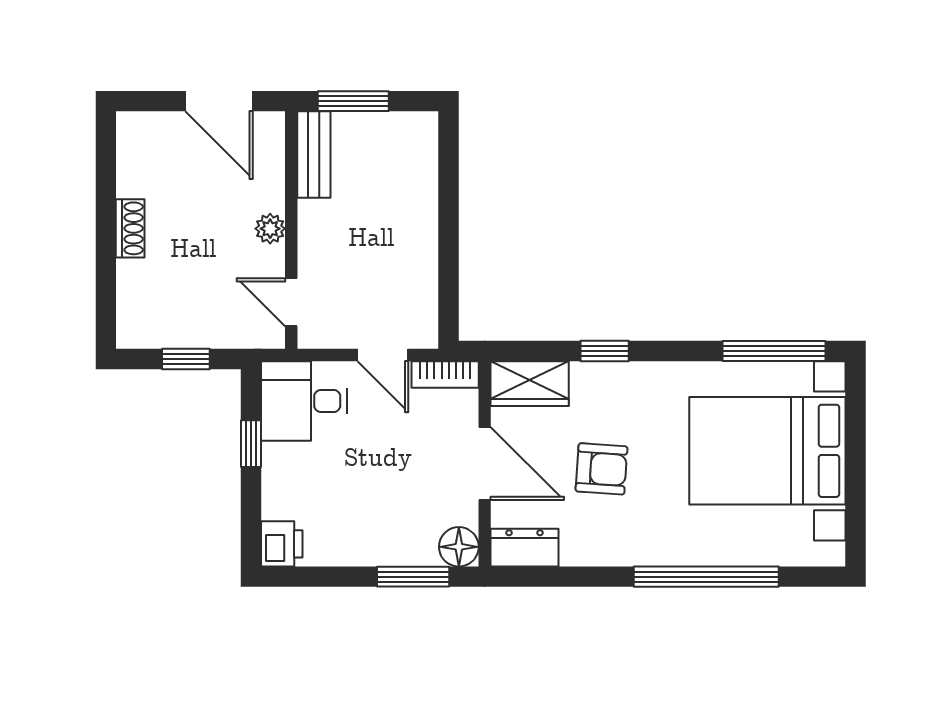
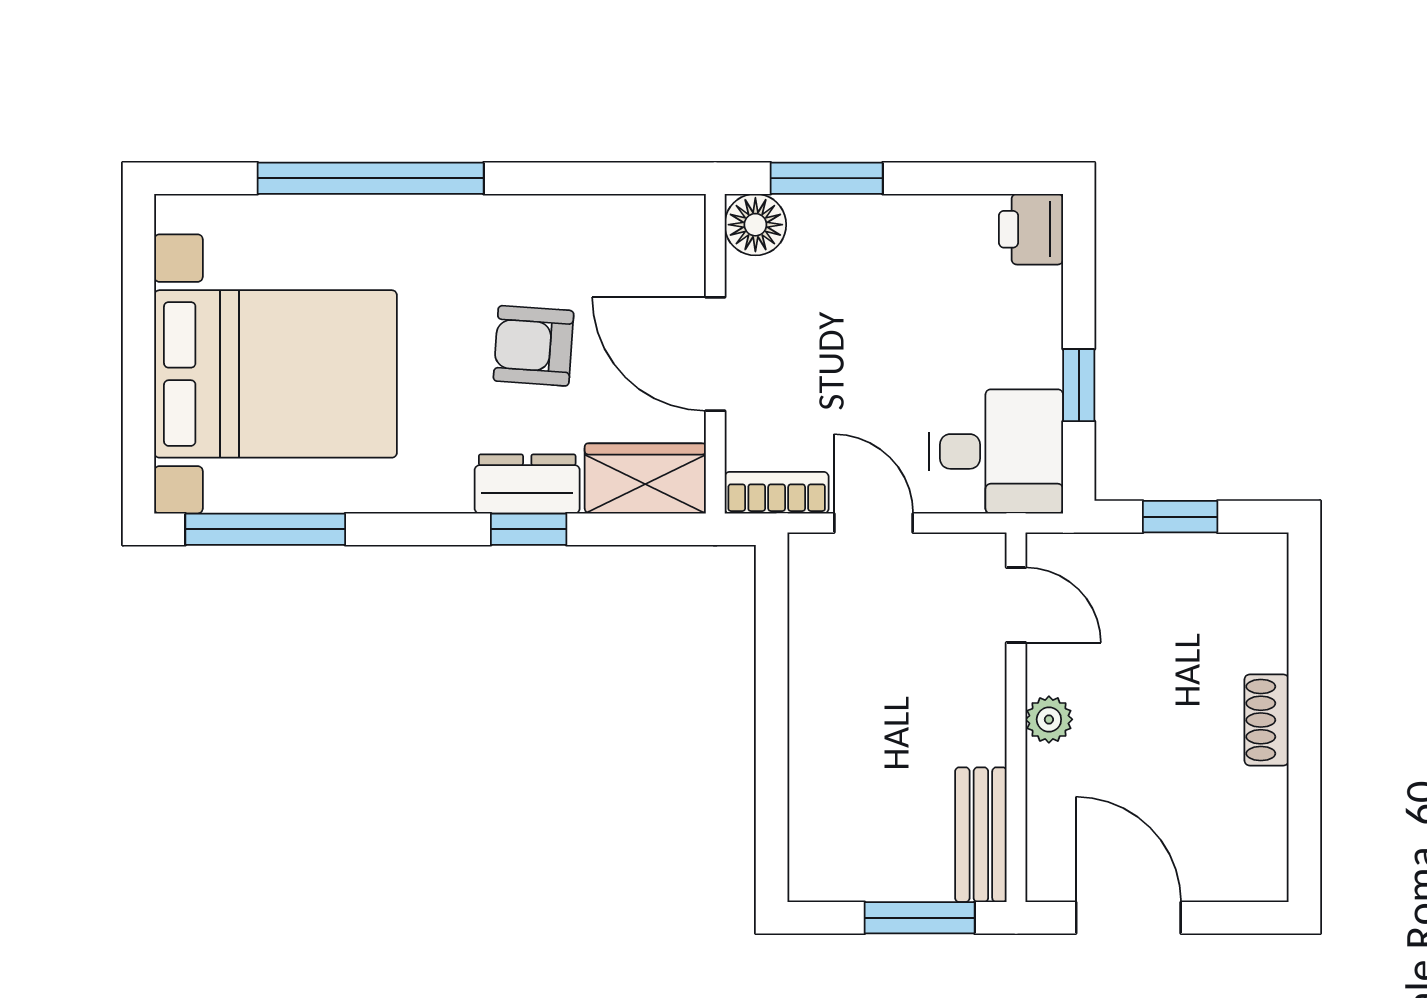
dresser: (525, 548) -> (527, 484), moved, turned 180

